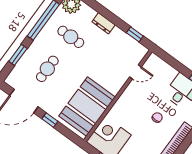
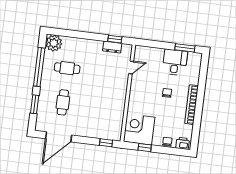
dresser: (104, 23) -> (112, 47), moved
booth: (87, 106) -> (109, 114), removed
window: (50, 120) -> (106, 143), moved

